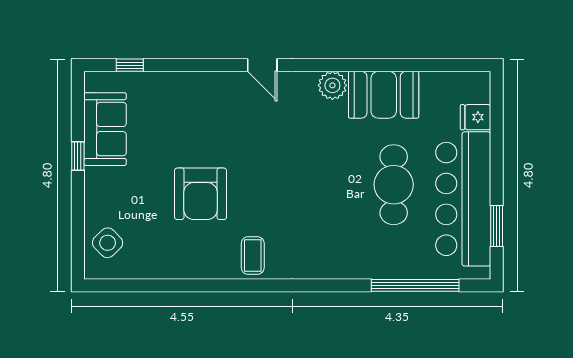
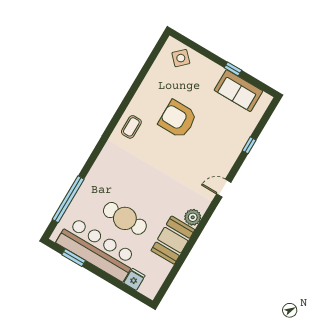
window: (130, 65) -> (249, 145), moved
coffee table: (253, 255) -> (131, 127), turned 90

